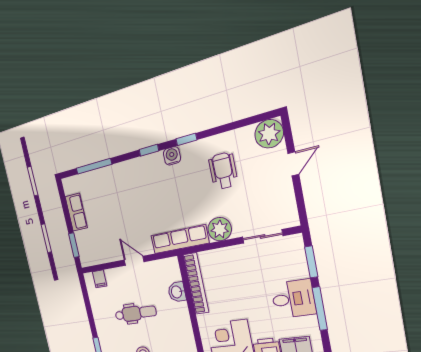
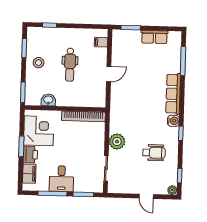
plant: (269, 134) -> (172, 190), width x0.53, depth x0.53
window: (149, 150) -> (180, 176), moved
row of seats: (180, 239) -> (173, 94), moved, turned 180
washbasin: (177, 292) -> (48, 100), moved

